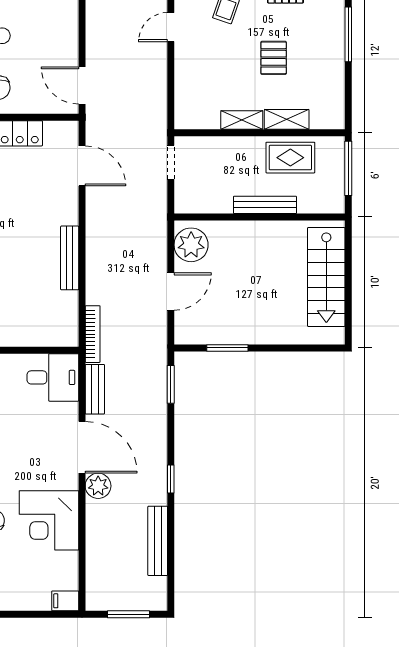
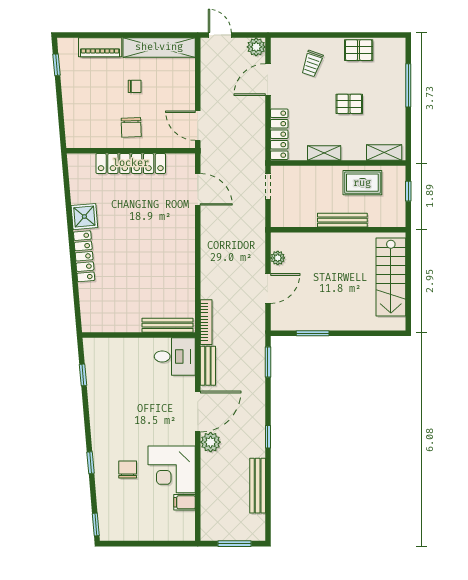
door: (171, 27) -> (268, 80), width x1.38
pallet: (274, 58) -> (349, 104), turned 90
locker: (185, 96) -> (279, 134), added
shelving: (287, 119) -> (384, 153), moved
window: (348, 168) -> (408, 191), width x0.46
plant: (191, 245) -> (278, 258), width x0.53, depth x0.53
bench: (70, 258) -> (167, 325), moved, turned 90
door: (82, 447) -> (198, 412), hinge flipped
filing cabinet: (65, 601) -> (185, 502), moved

